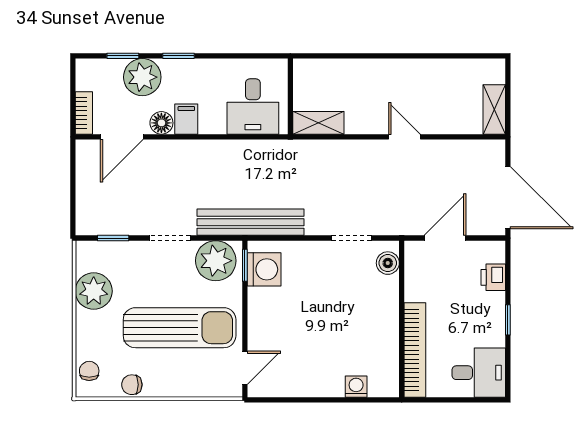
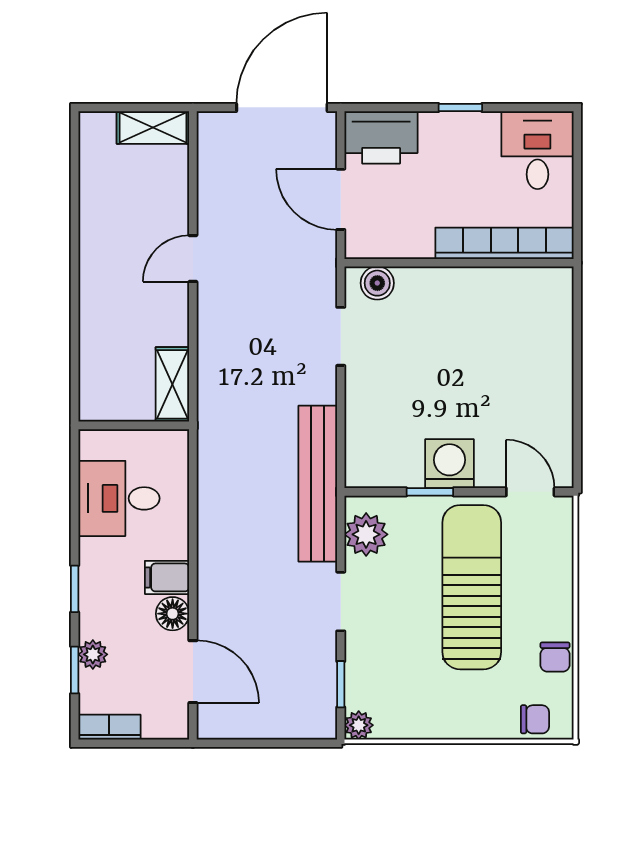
plant: (142, 77) -> (93, 654), width x0.53, depth x0.53
desk: (253, 107) -> (119, 498), moved, turned 180
bookcase: (84, 113) -> (109, 727), moved
plant: (216, 261) -> (366, 534), width x0.73, depth x0.73
window: (245, 265) -> (430, 492), moved
washing machine: (264, 269) -> (450, 464), moved
printer: (493, 277) -> (381, 137), width x1.87, depth x1.48
plant: (94, 291) -> (359, 725), moved, width x0.53, depth x0.53
chair: (89, 371) -> (535, 719), turned 180
washing machine: (356, 387) -> (558, 329), removed

